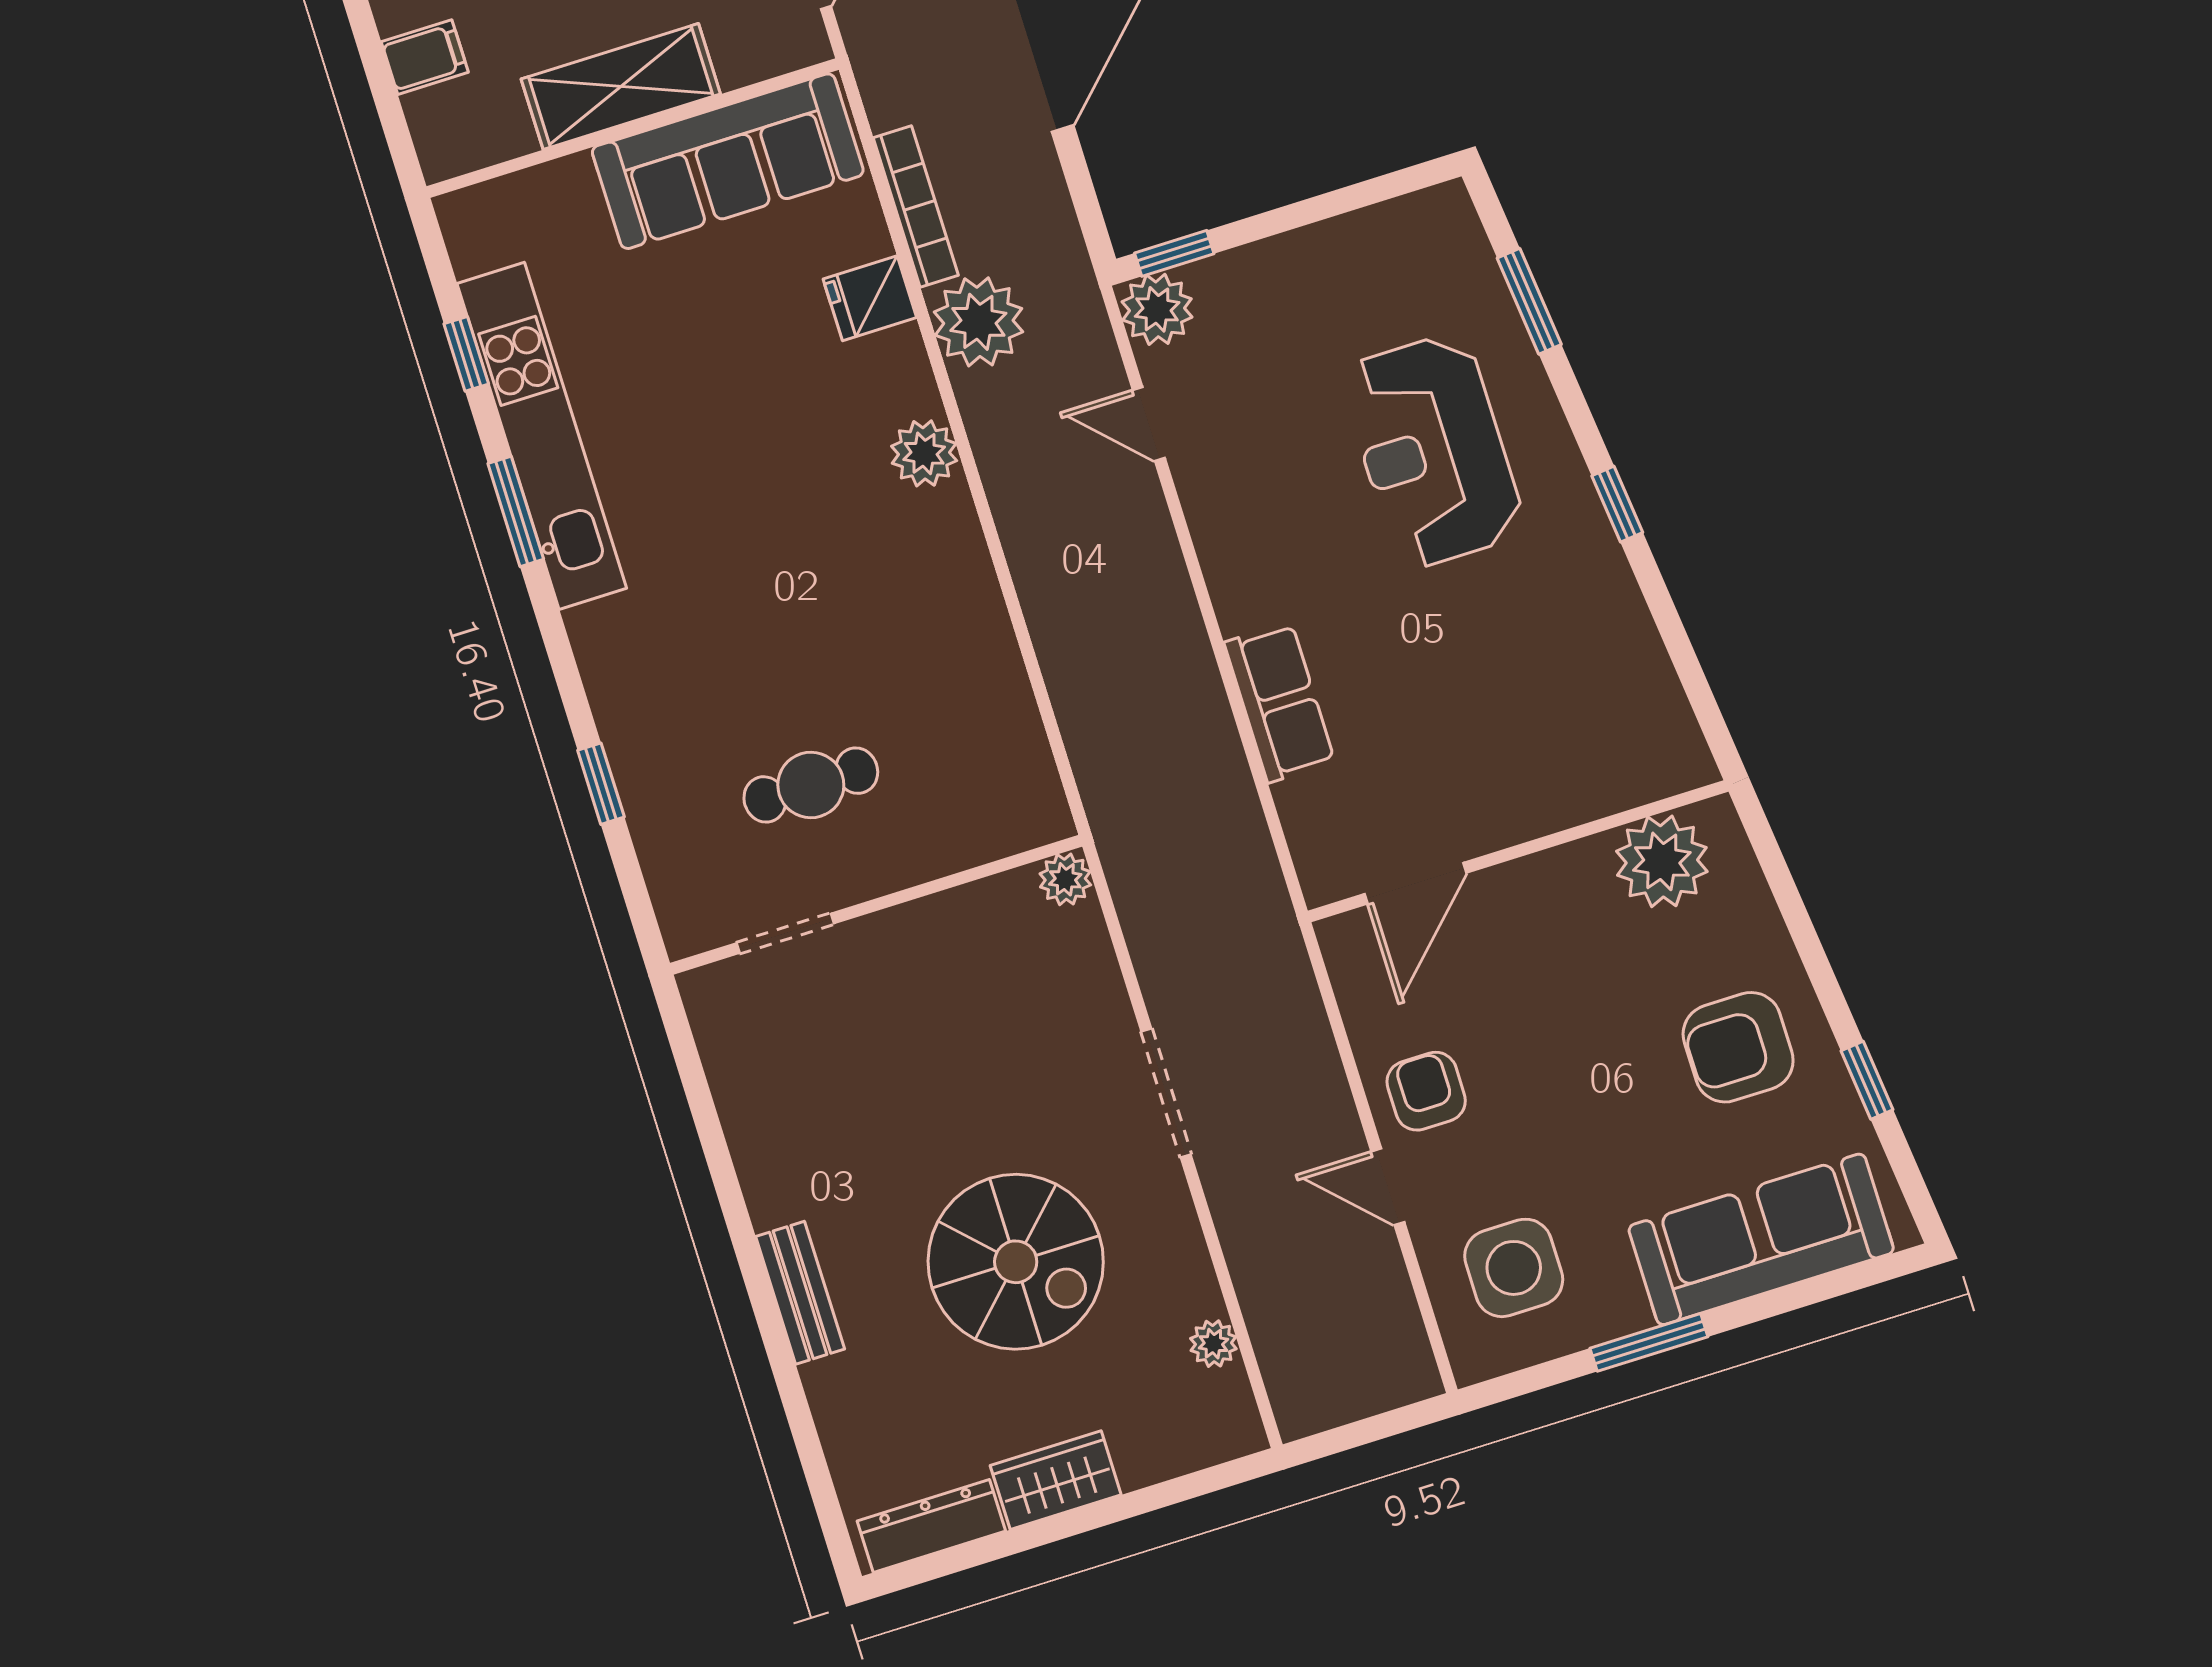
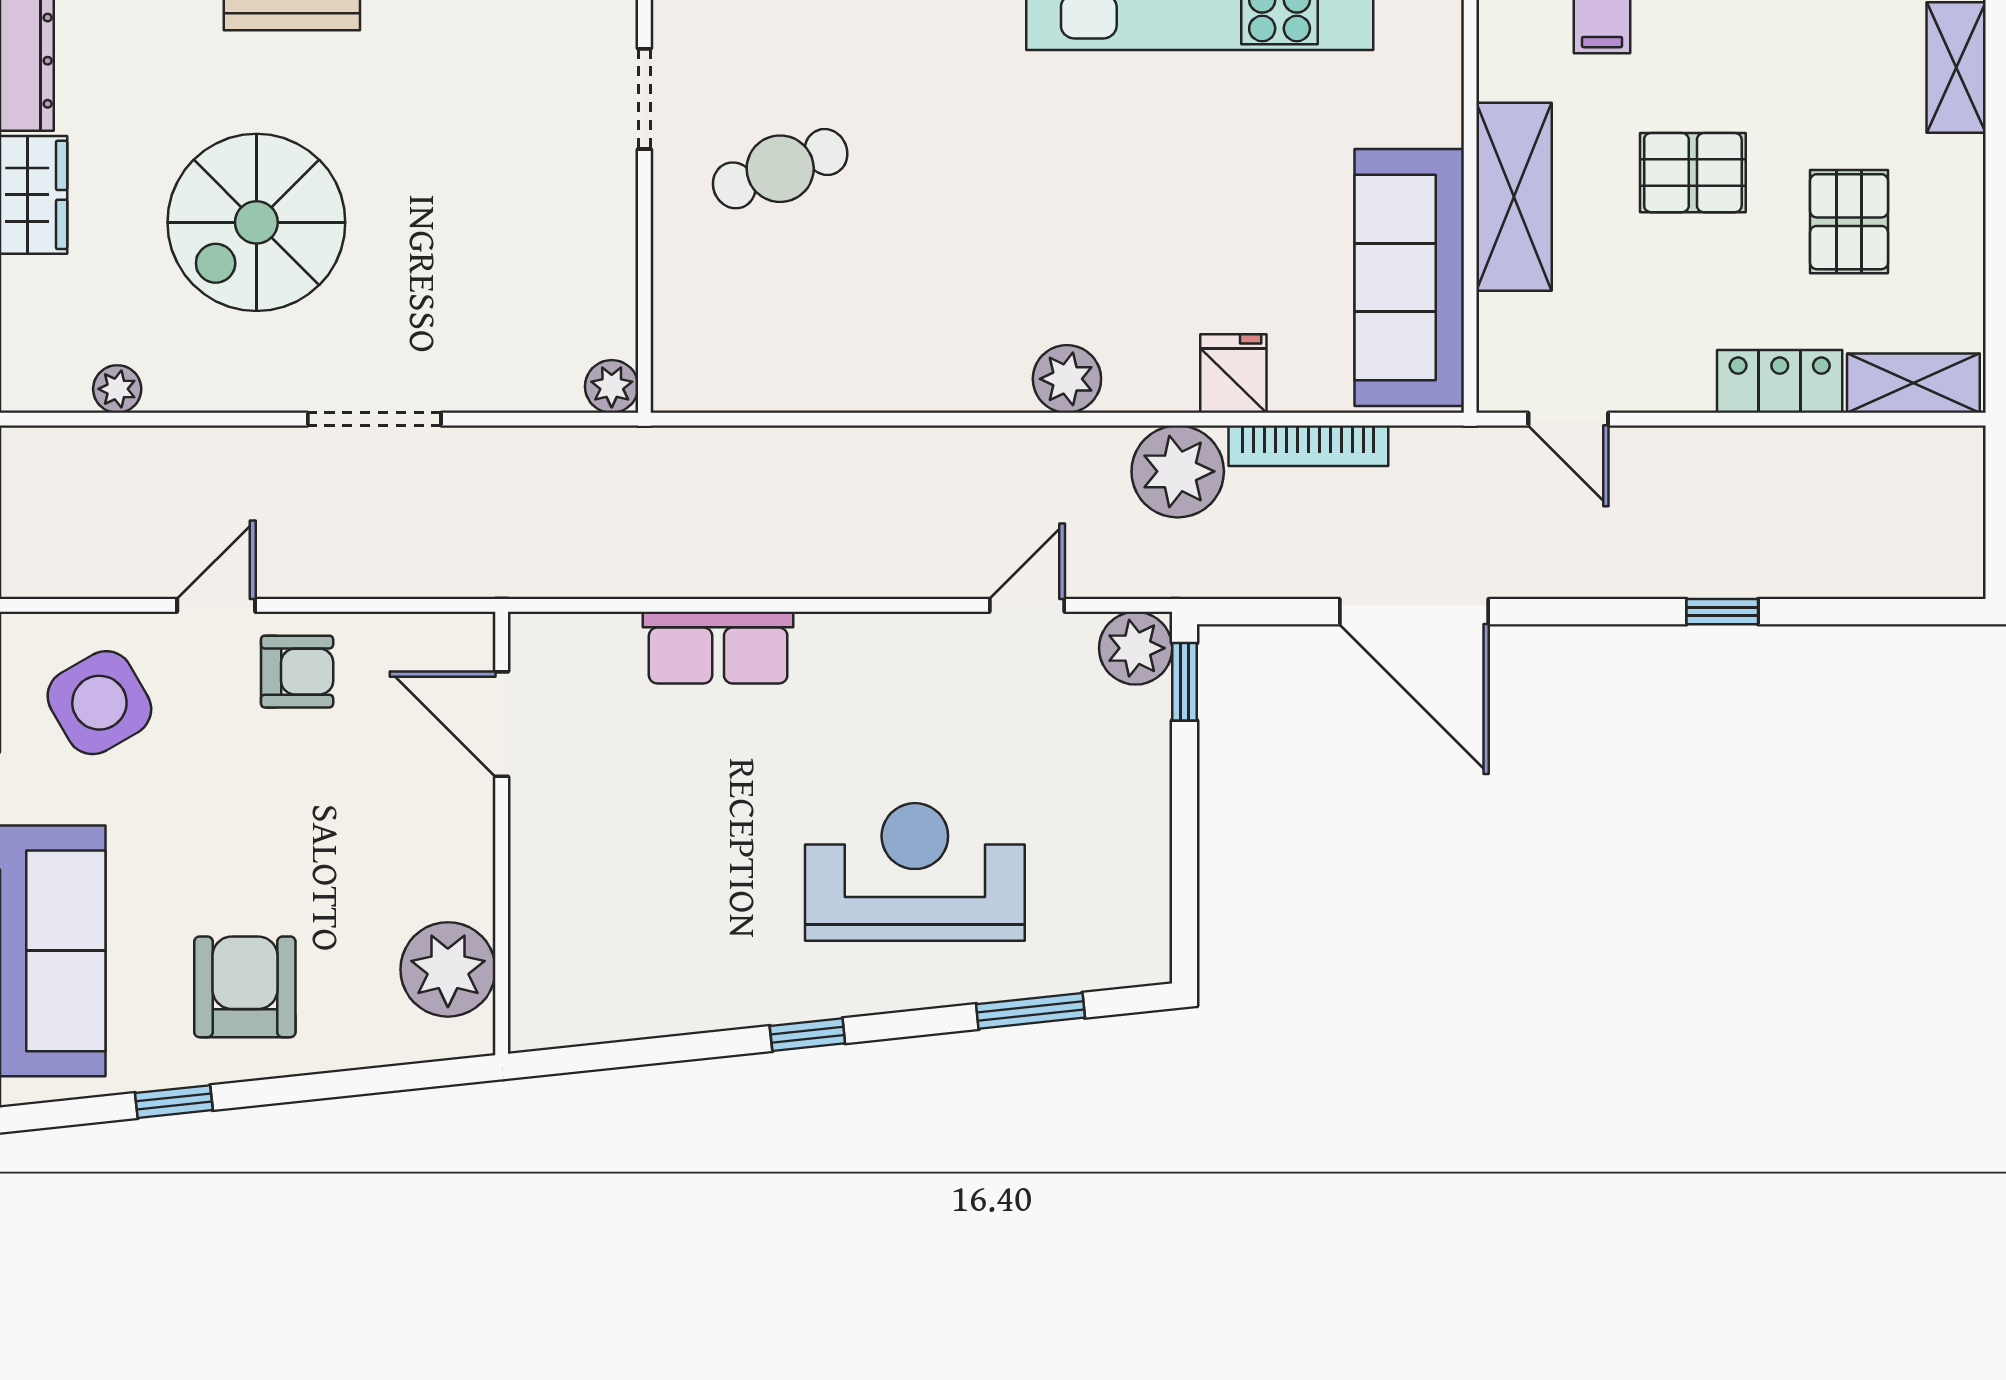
cafe table: (811, 785) -> (780, 169), turned 70
side table: (1514, 1268) -> (99, 703), turned -30

